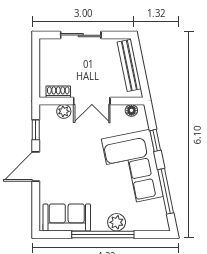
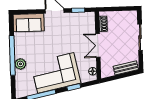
bench: (129, 65) -> (126, 68), width x0.73
plant: (64, 111) -> (91, 28), removed
sofa: (67, 217) -> (29, 23), moved, turned 90

